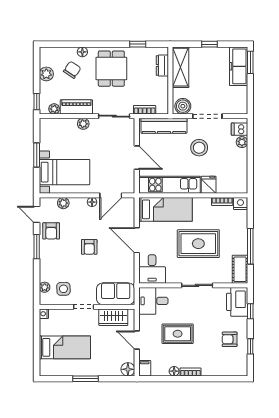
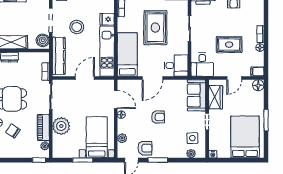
plant: (46, 74) -> (16, 152), removed
plant: (83, 124) -> (61, 126), width x1.87, depth x1.87
rug: (178, 334) -> (229, 45), turned 90
bed: (65, 347) -> (245, 137), width x1.50

